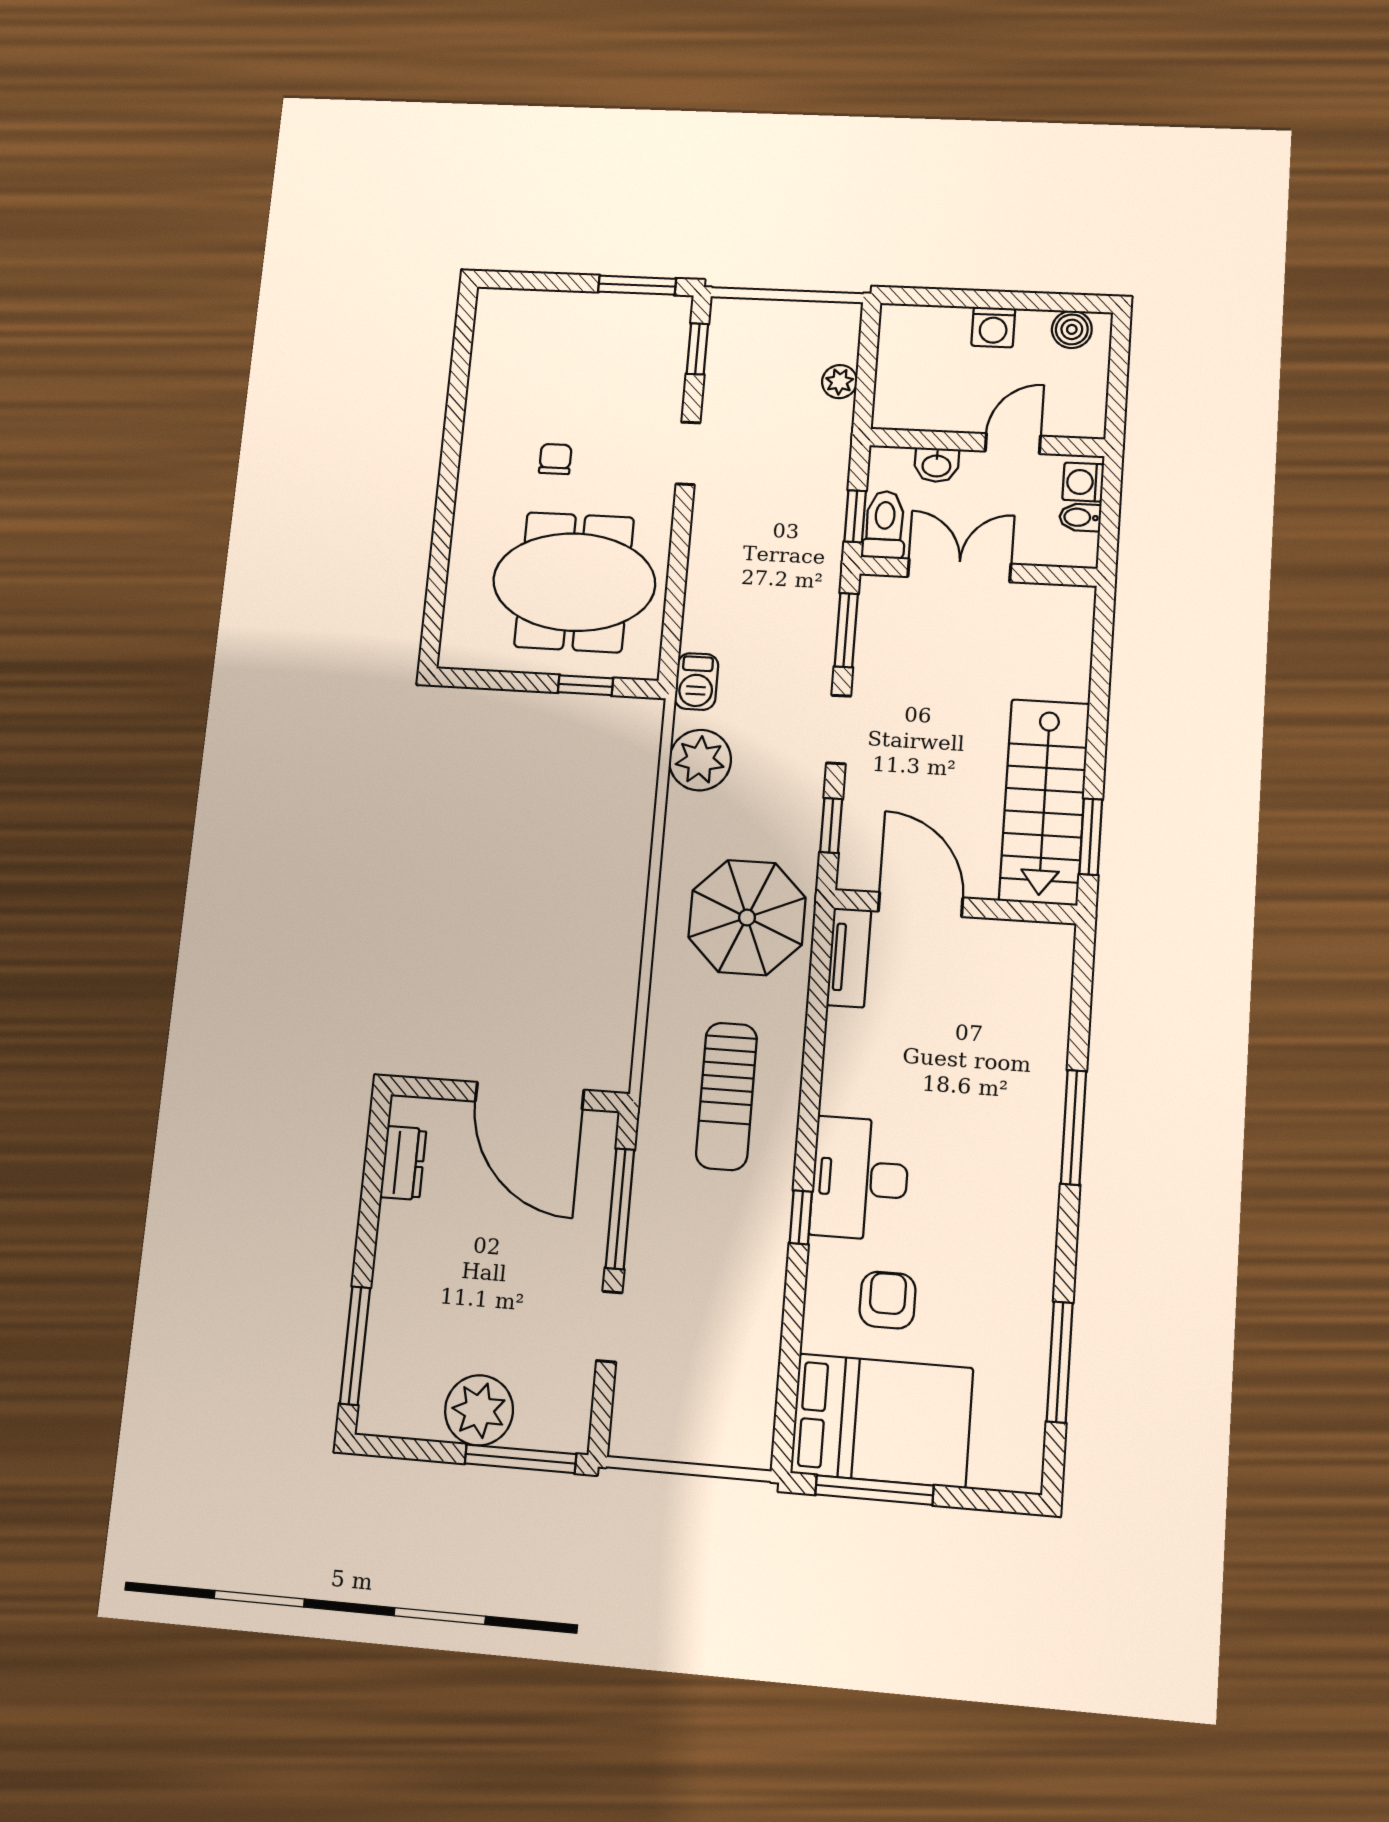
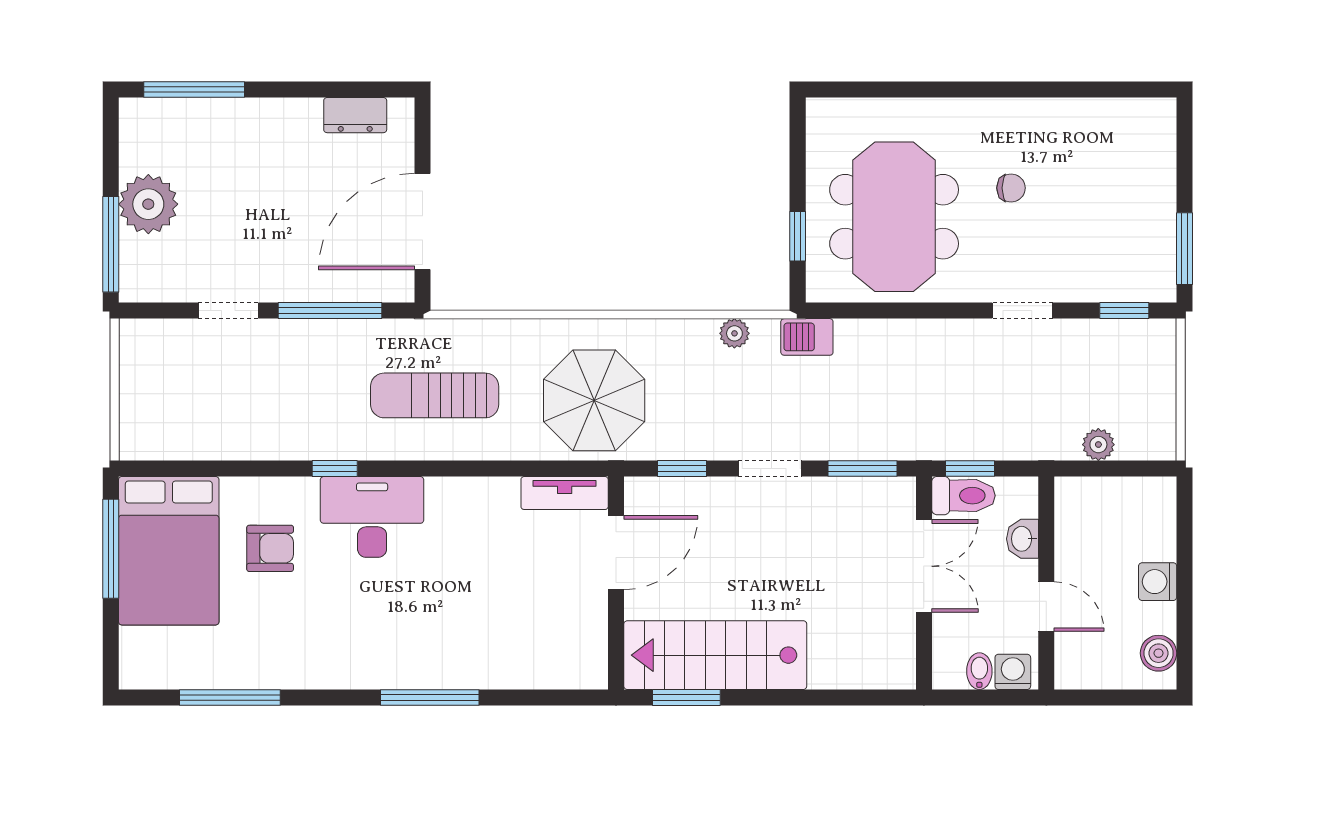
plant: (700, 760) -> (734, 333), width x0.53, depth x0.53

